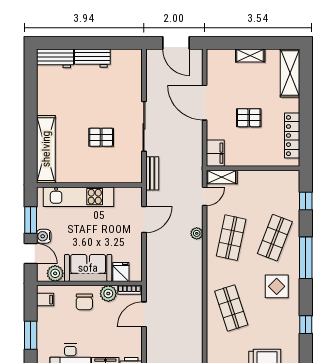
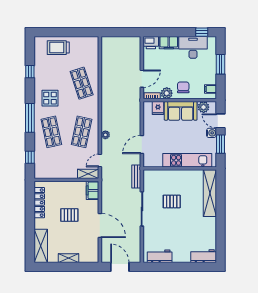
workbench: (92, 58) -> (160, 256), moved
shop shelf: (275, 238) -> (51, 132), turned -33

